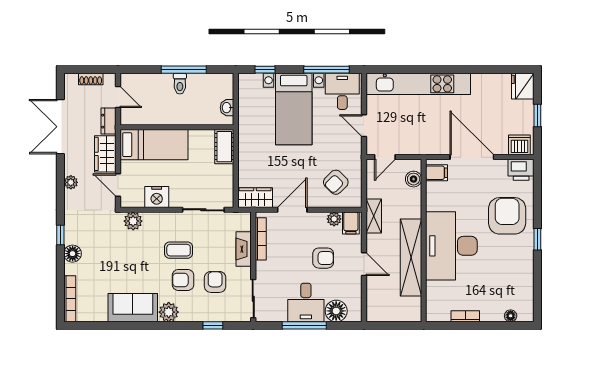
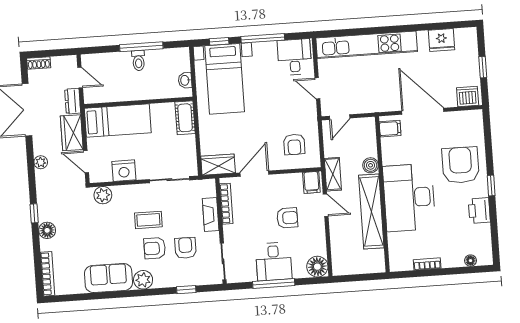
window: (326, 70) -> (263, 38), moved
shoe rack: (91, 79) -> (39, 63), moved
fridge: (523, 86) -> (441, 40), moved, turned -90
bed with nightstands: (294, 109) -> (225, 79), moved
printer: (521, 170) -> (479, 211), moved, turned 90
boiler: (414, 179) -> (371, 165), moved
armchair: (336, 182) -> (294, 144), turned -45
plant: (334, 219) -> (295, 180), removed
door: (364, 264) -> (326, 205), moved
floor lamp: (336, 311) -> (317, 267), moved

